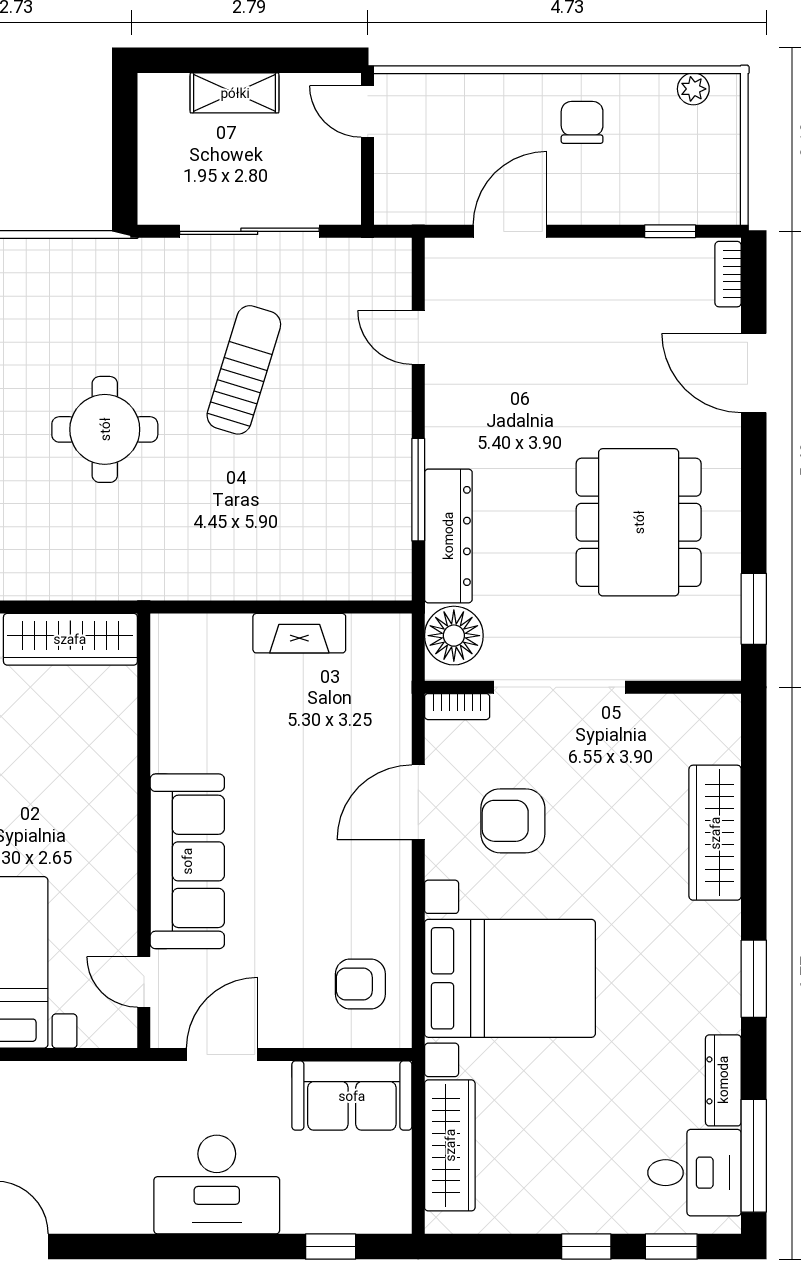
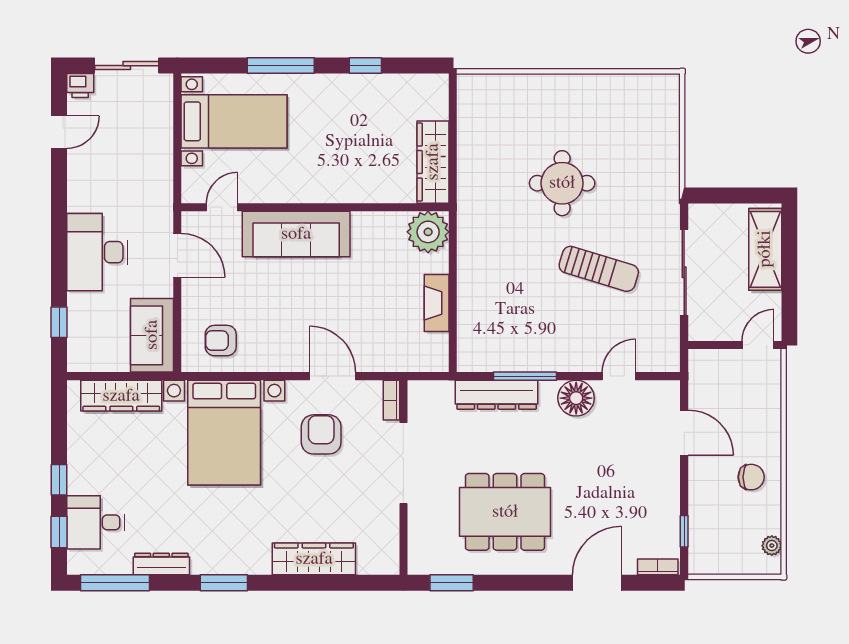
shelving: (235, 93) -> (765, 249), width x1.50, depth x1.33
floor lamp: (454, 636) -> (576, 398), moved
plant: (184, 647) -> (428, 232), added
armchair: (360, 984) -> (221, 341), turned -90
desk: (694, 1173) -> (96, 522), moved, turned 90

